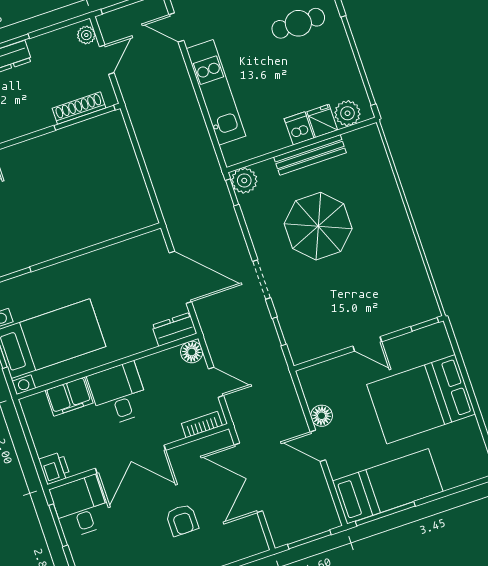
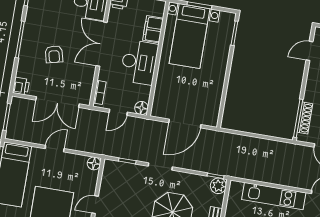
dresser: (174, 329) -> (159, 105), removed
desk: (119, 394) -> (139, 62), width x1.37
floor lamp: (322, 416) -> (94, 163), moved
double door: (248, 478) -> (58, 102), swing flipped
armchair: (182, 520) -> (54, 54), turned -104
printer: (254, 543) -> (21, 86), added

